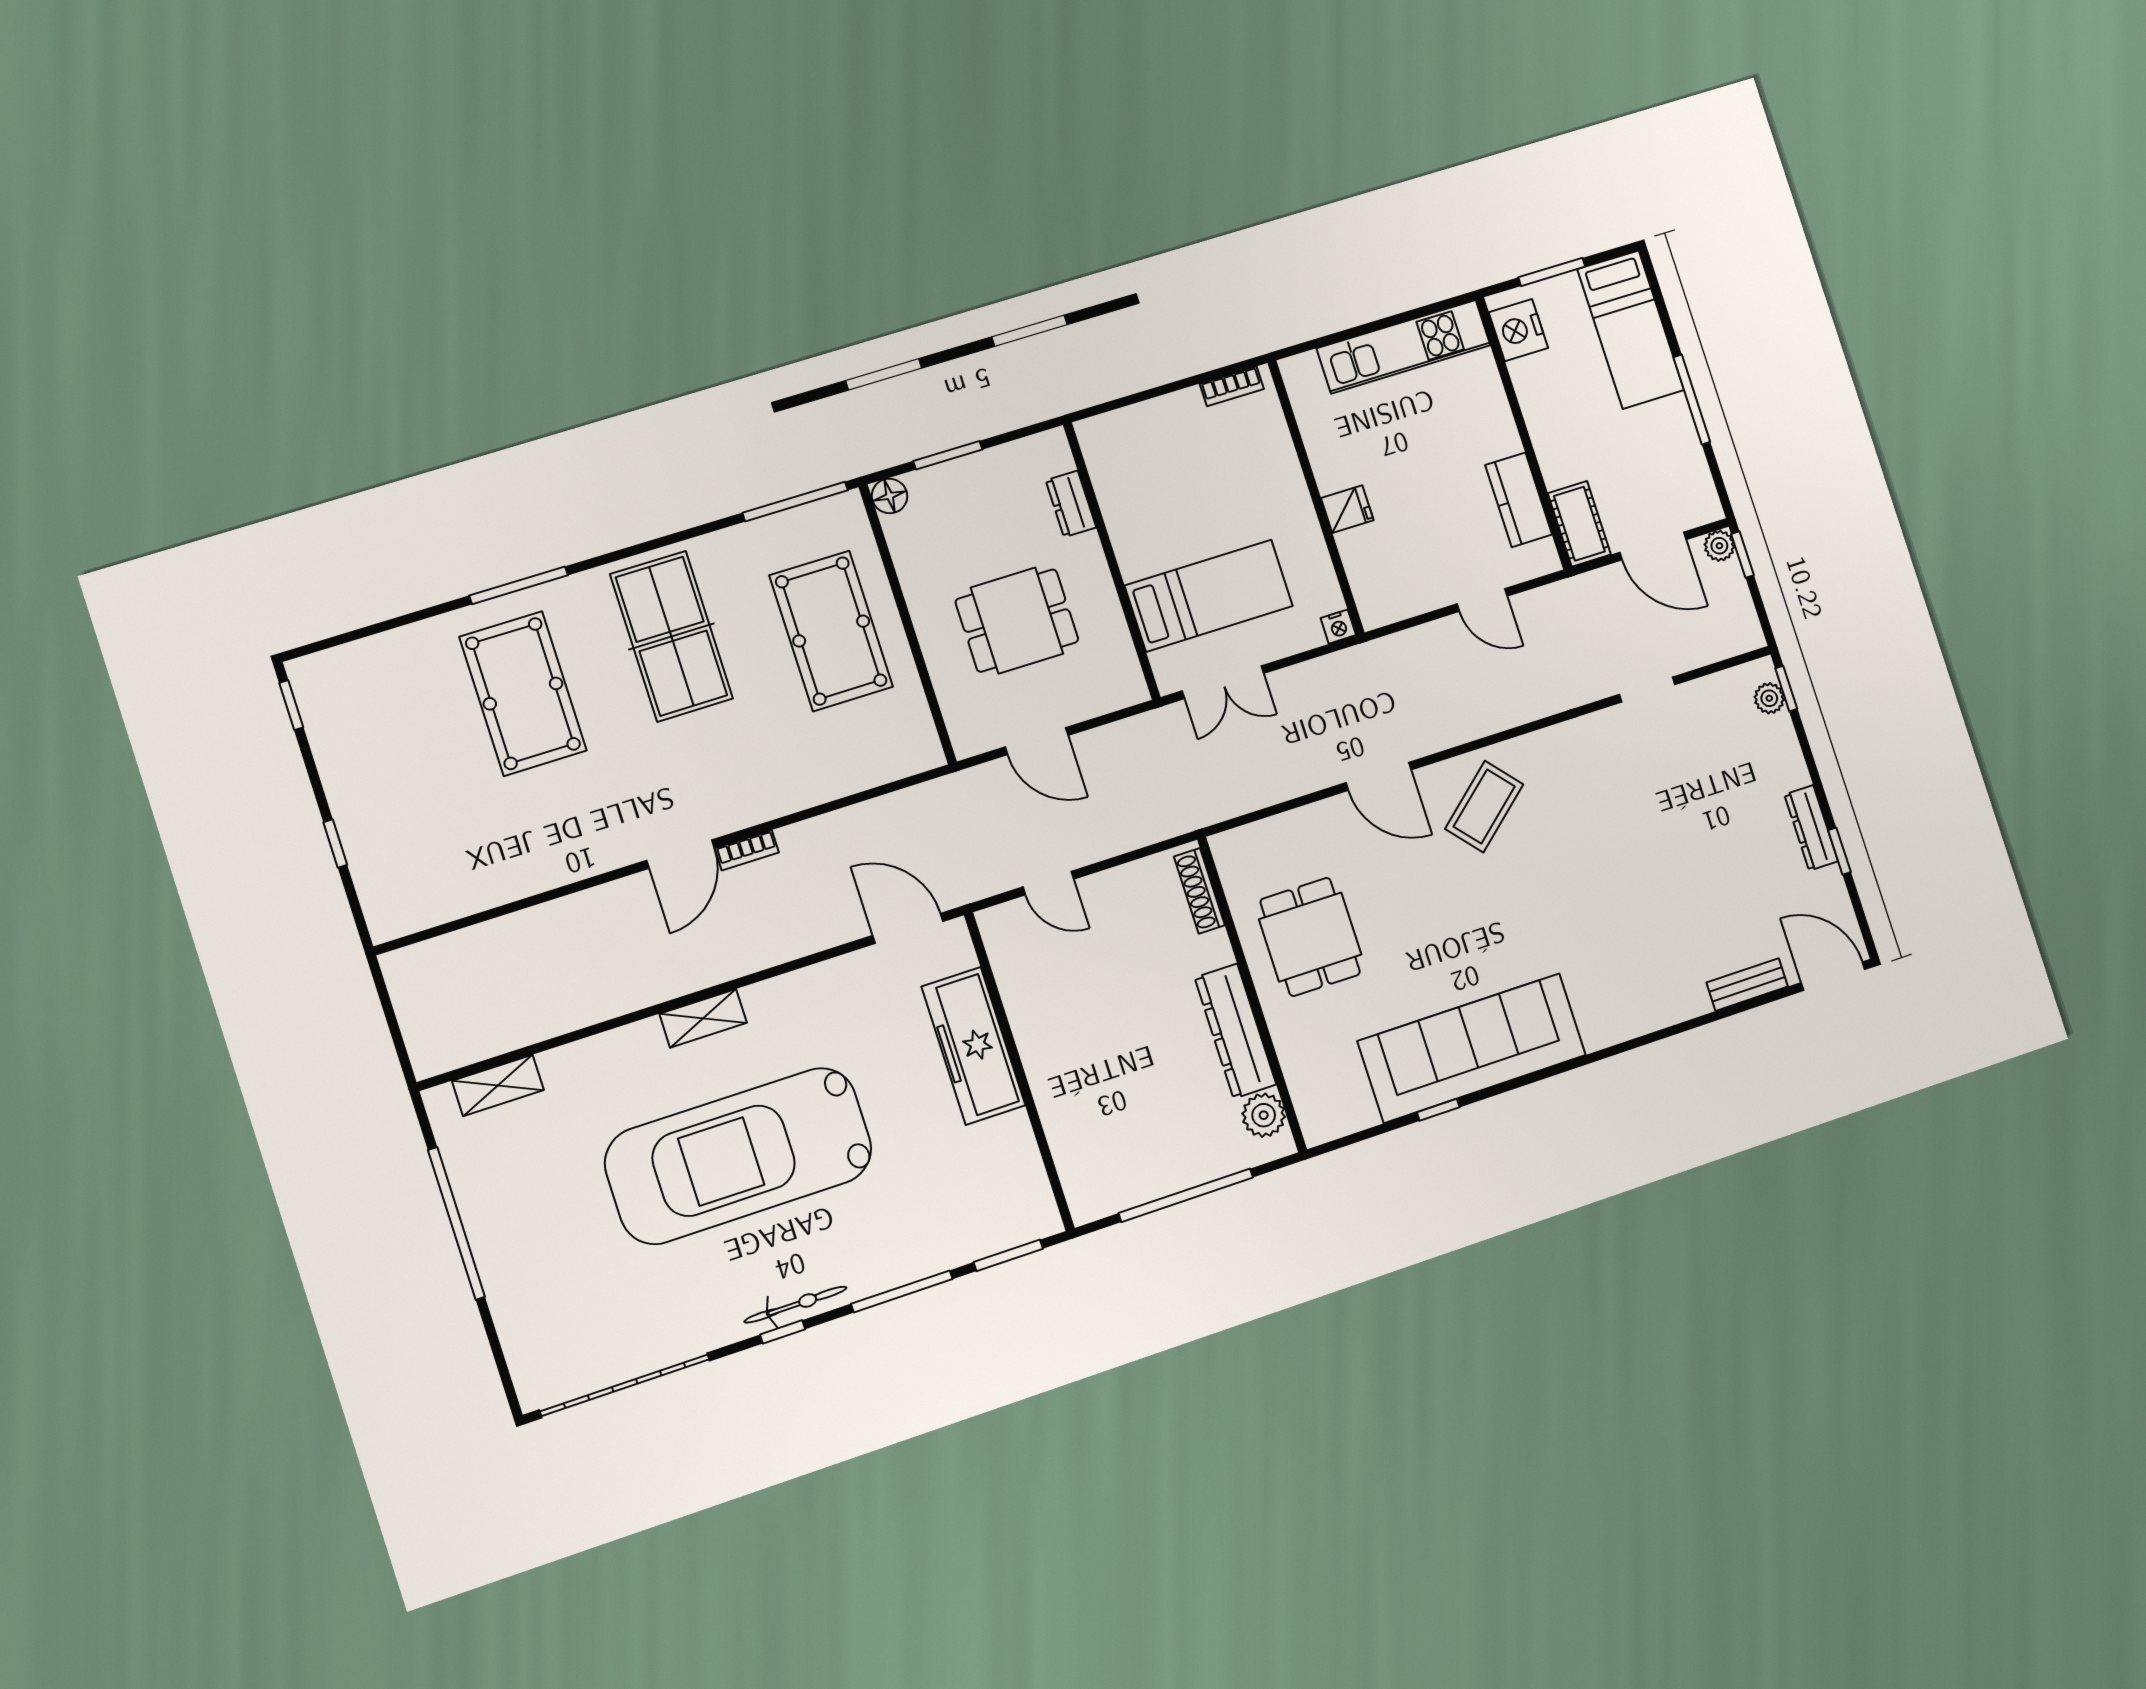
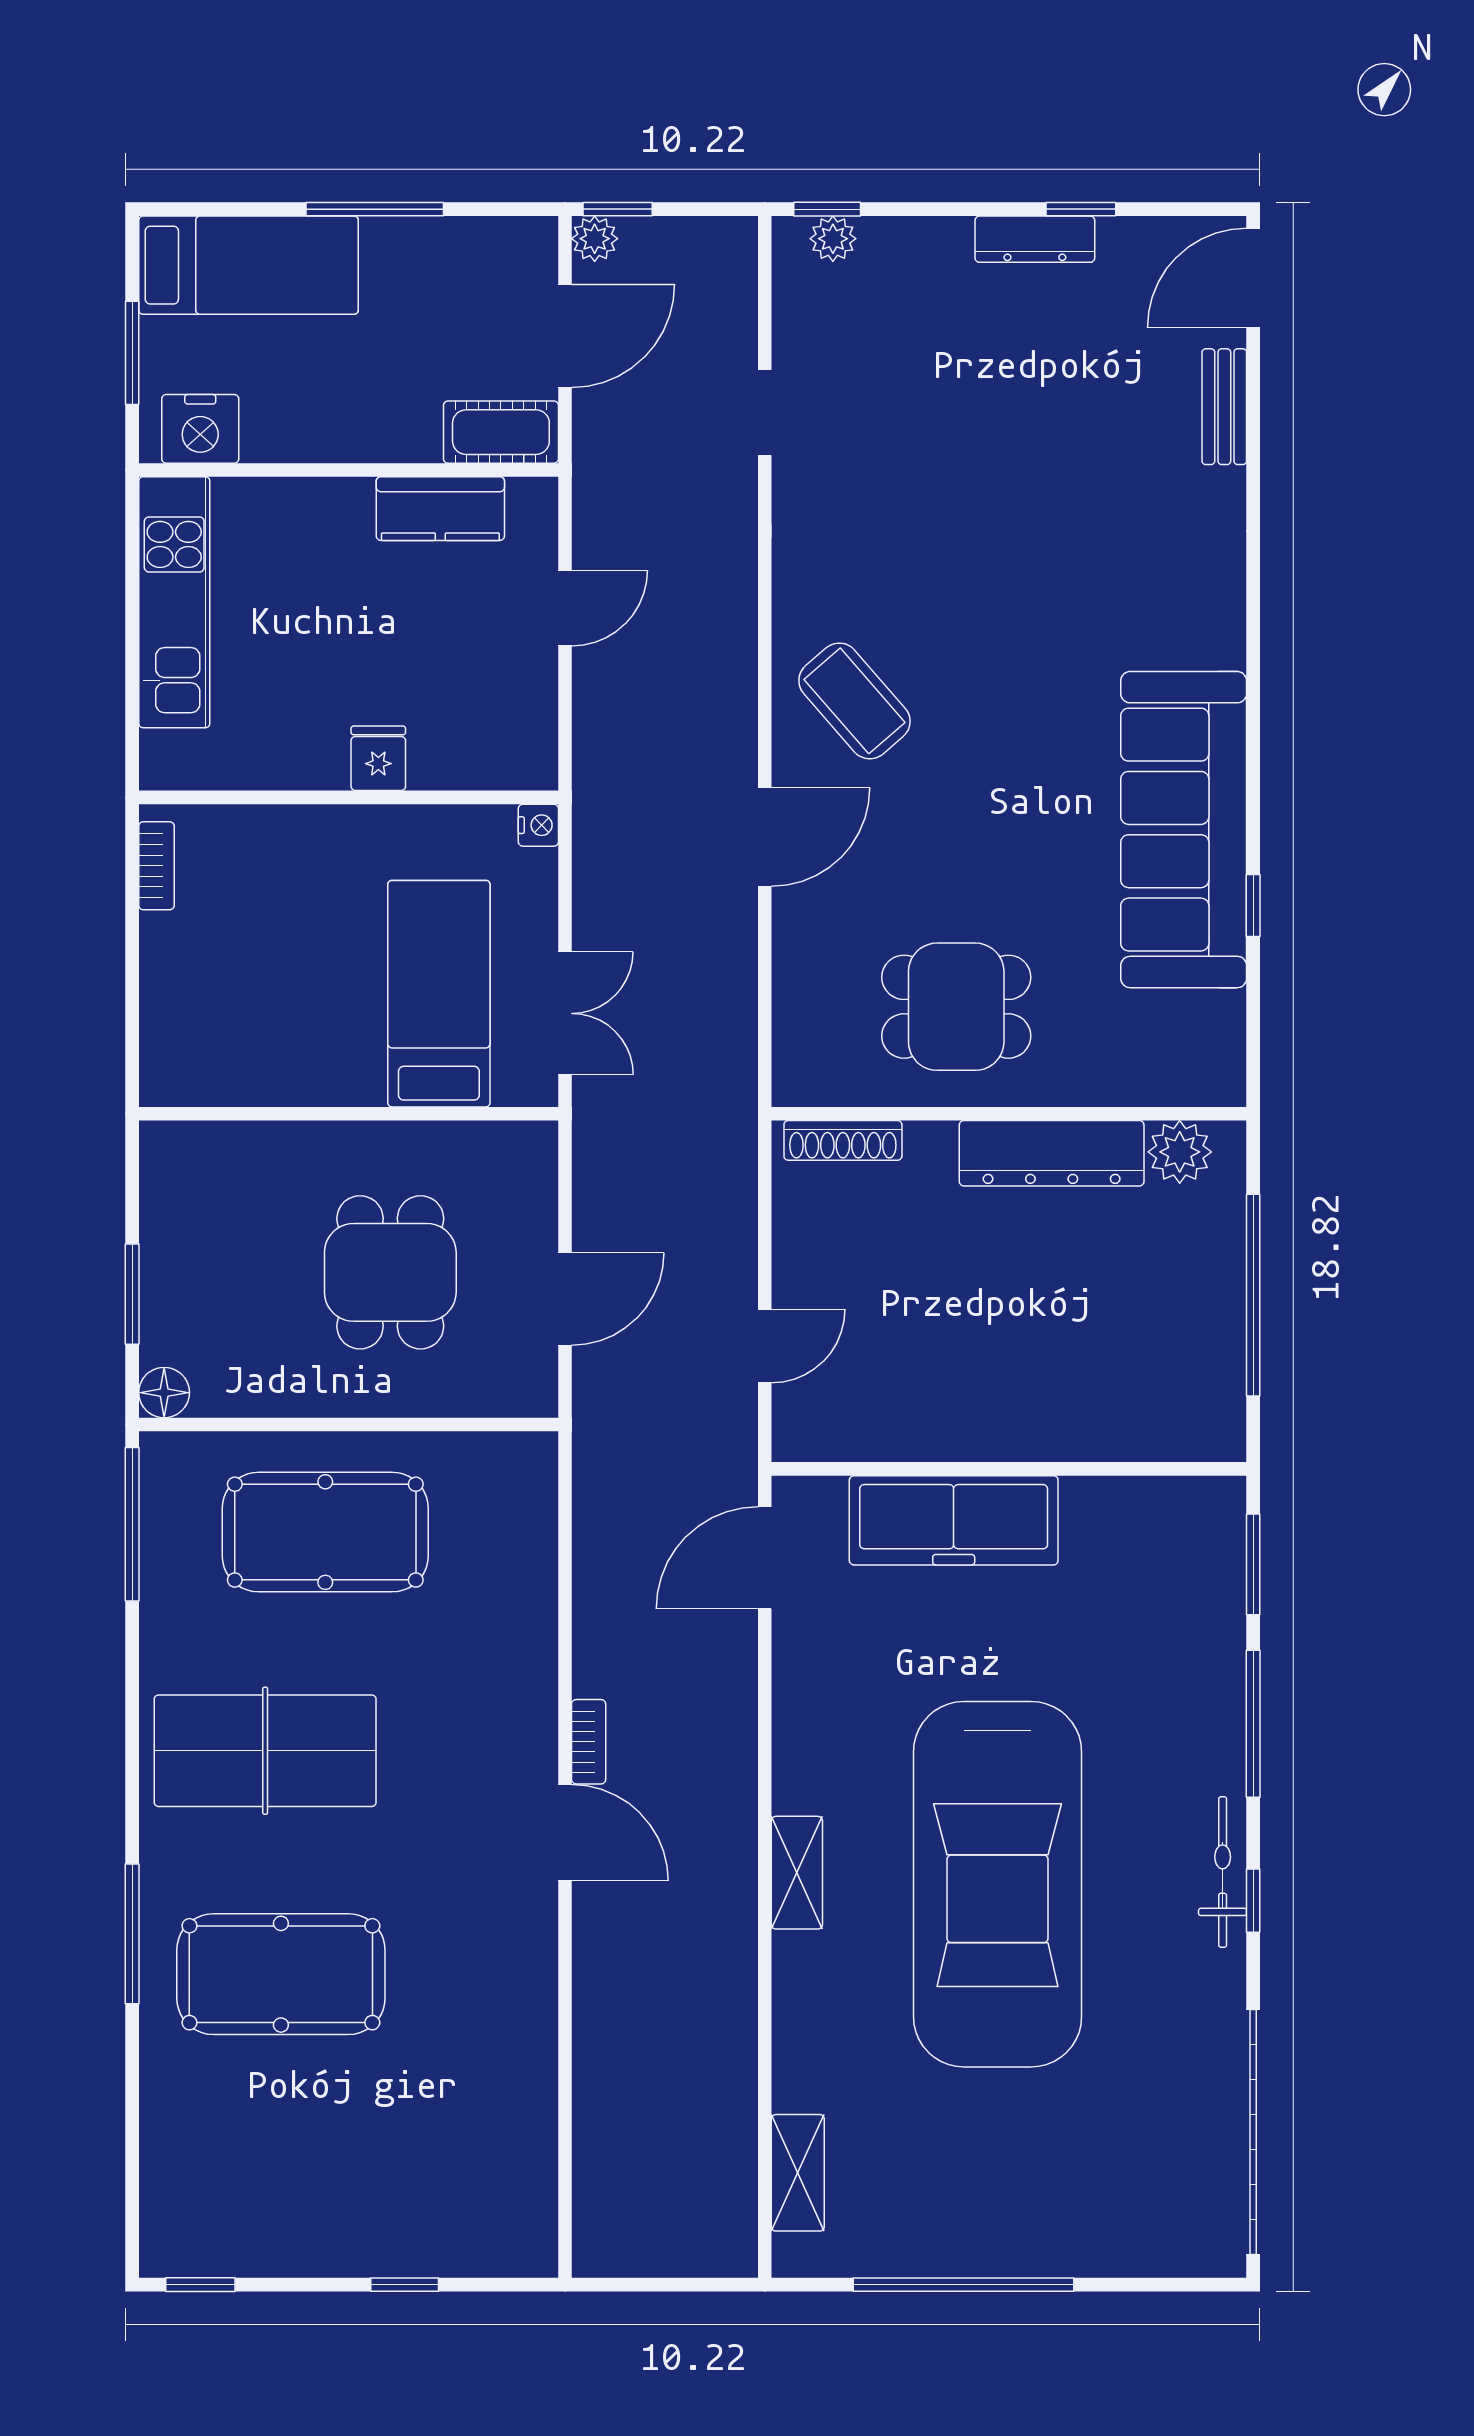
dresser: (1071, 504) -> (252, 1145), removed

